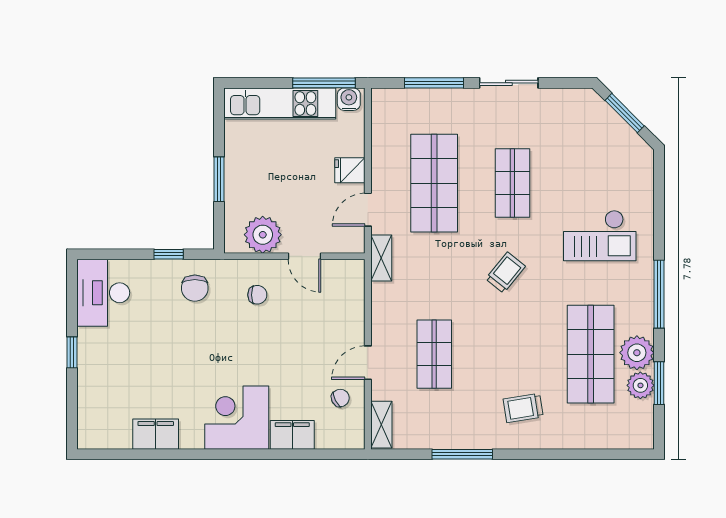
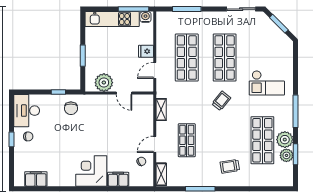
sliding door: (509, 83) -> (241, 9), moved
shop shelf: (512, 183) -> (225, 58), width x1.43, depth x1.36
shelving: (381, 258) -> (161, 110), moved
chair: (257, 295) -> (28, 136), moved
filing cabinet: (156, 434) -> (36, 179), moved

